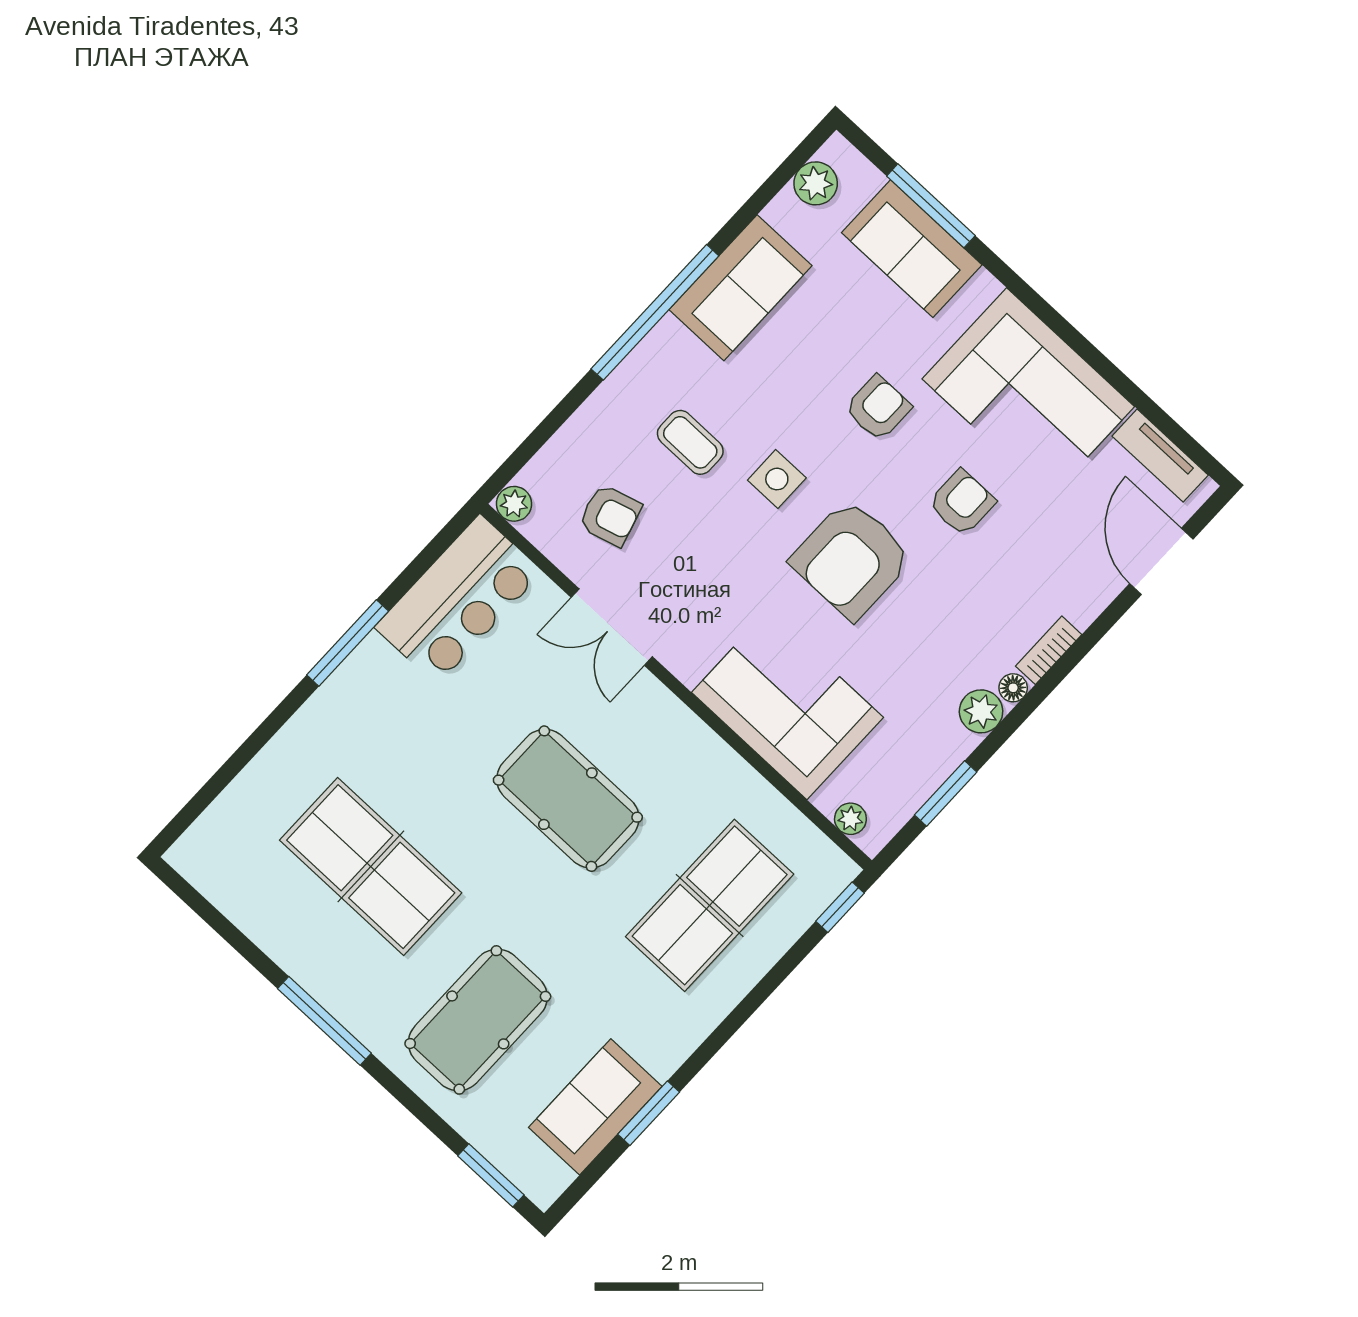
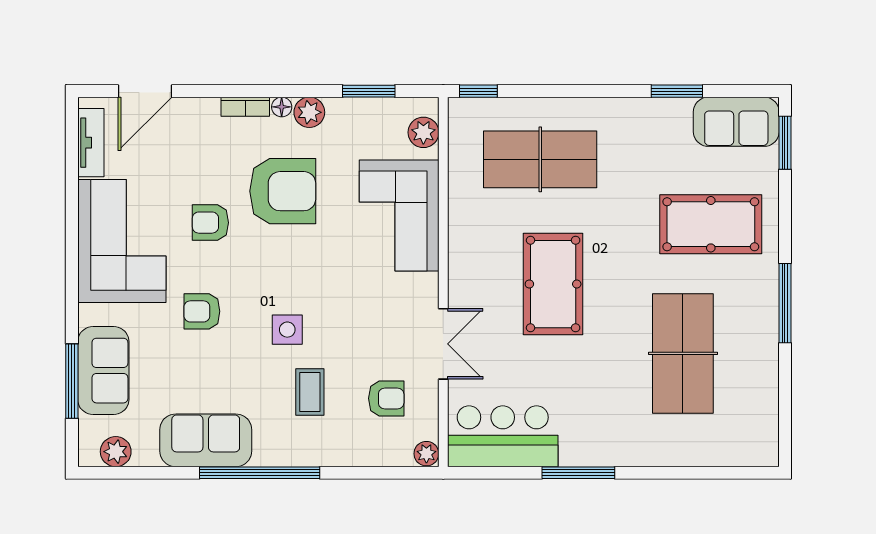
armchair: (610, 515) -> (386, 398), turned 106
armchair: (852, 559) -> (283, 191), moved
plant: (850, 819) -> (423, 132), width x1.38, depth x1.38
sofa: (595, 1107) -> (736, 122), moved

